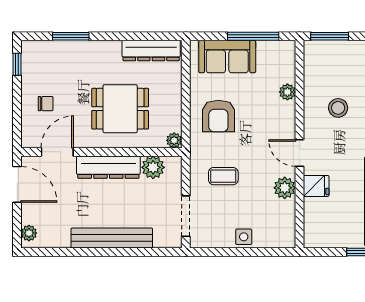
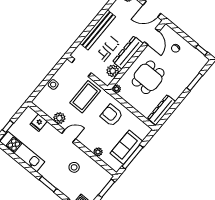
sofa: (227, 57) -> (126, 147), moved
coffee table: (223, 176) -> (85, 97), width x1.86, depth x1.72
fridge: (316, 186) -> (39, 123), moved

